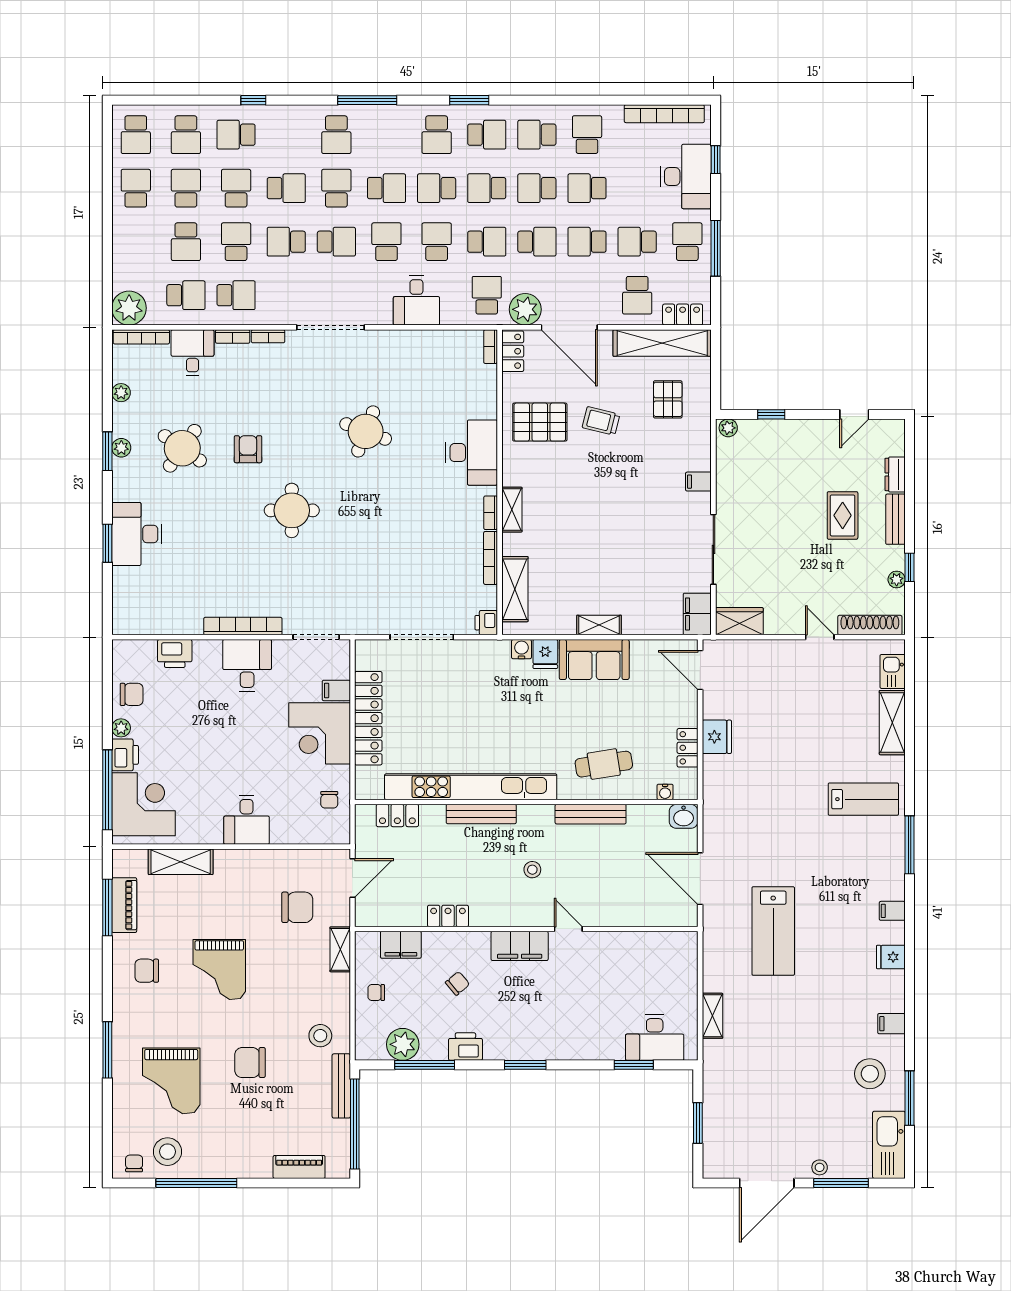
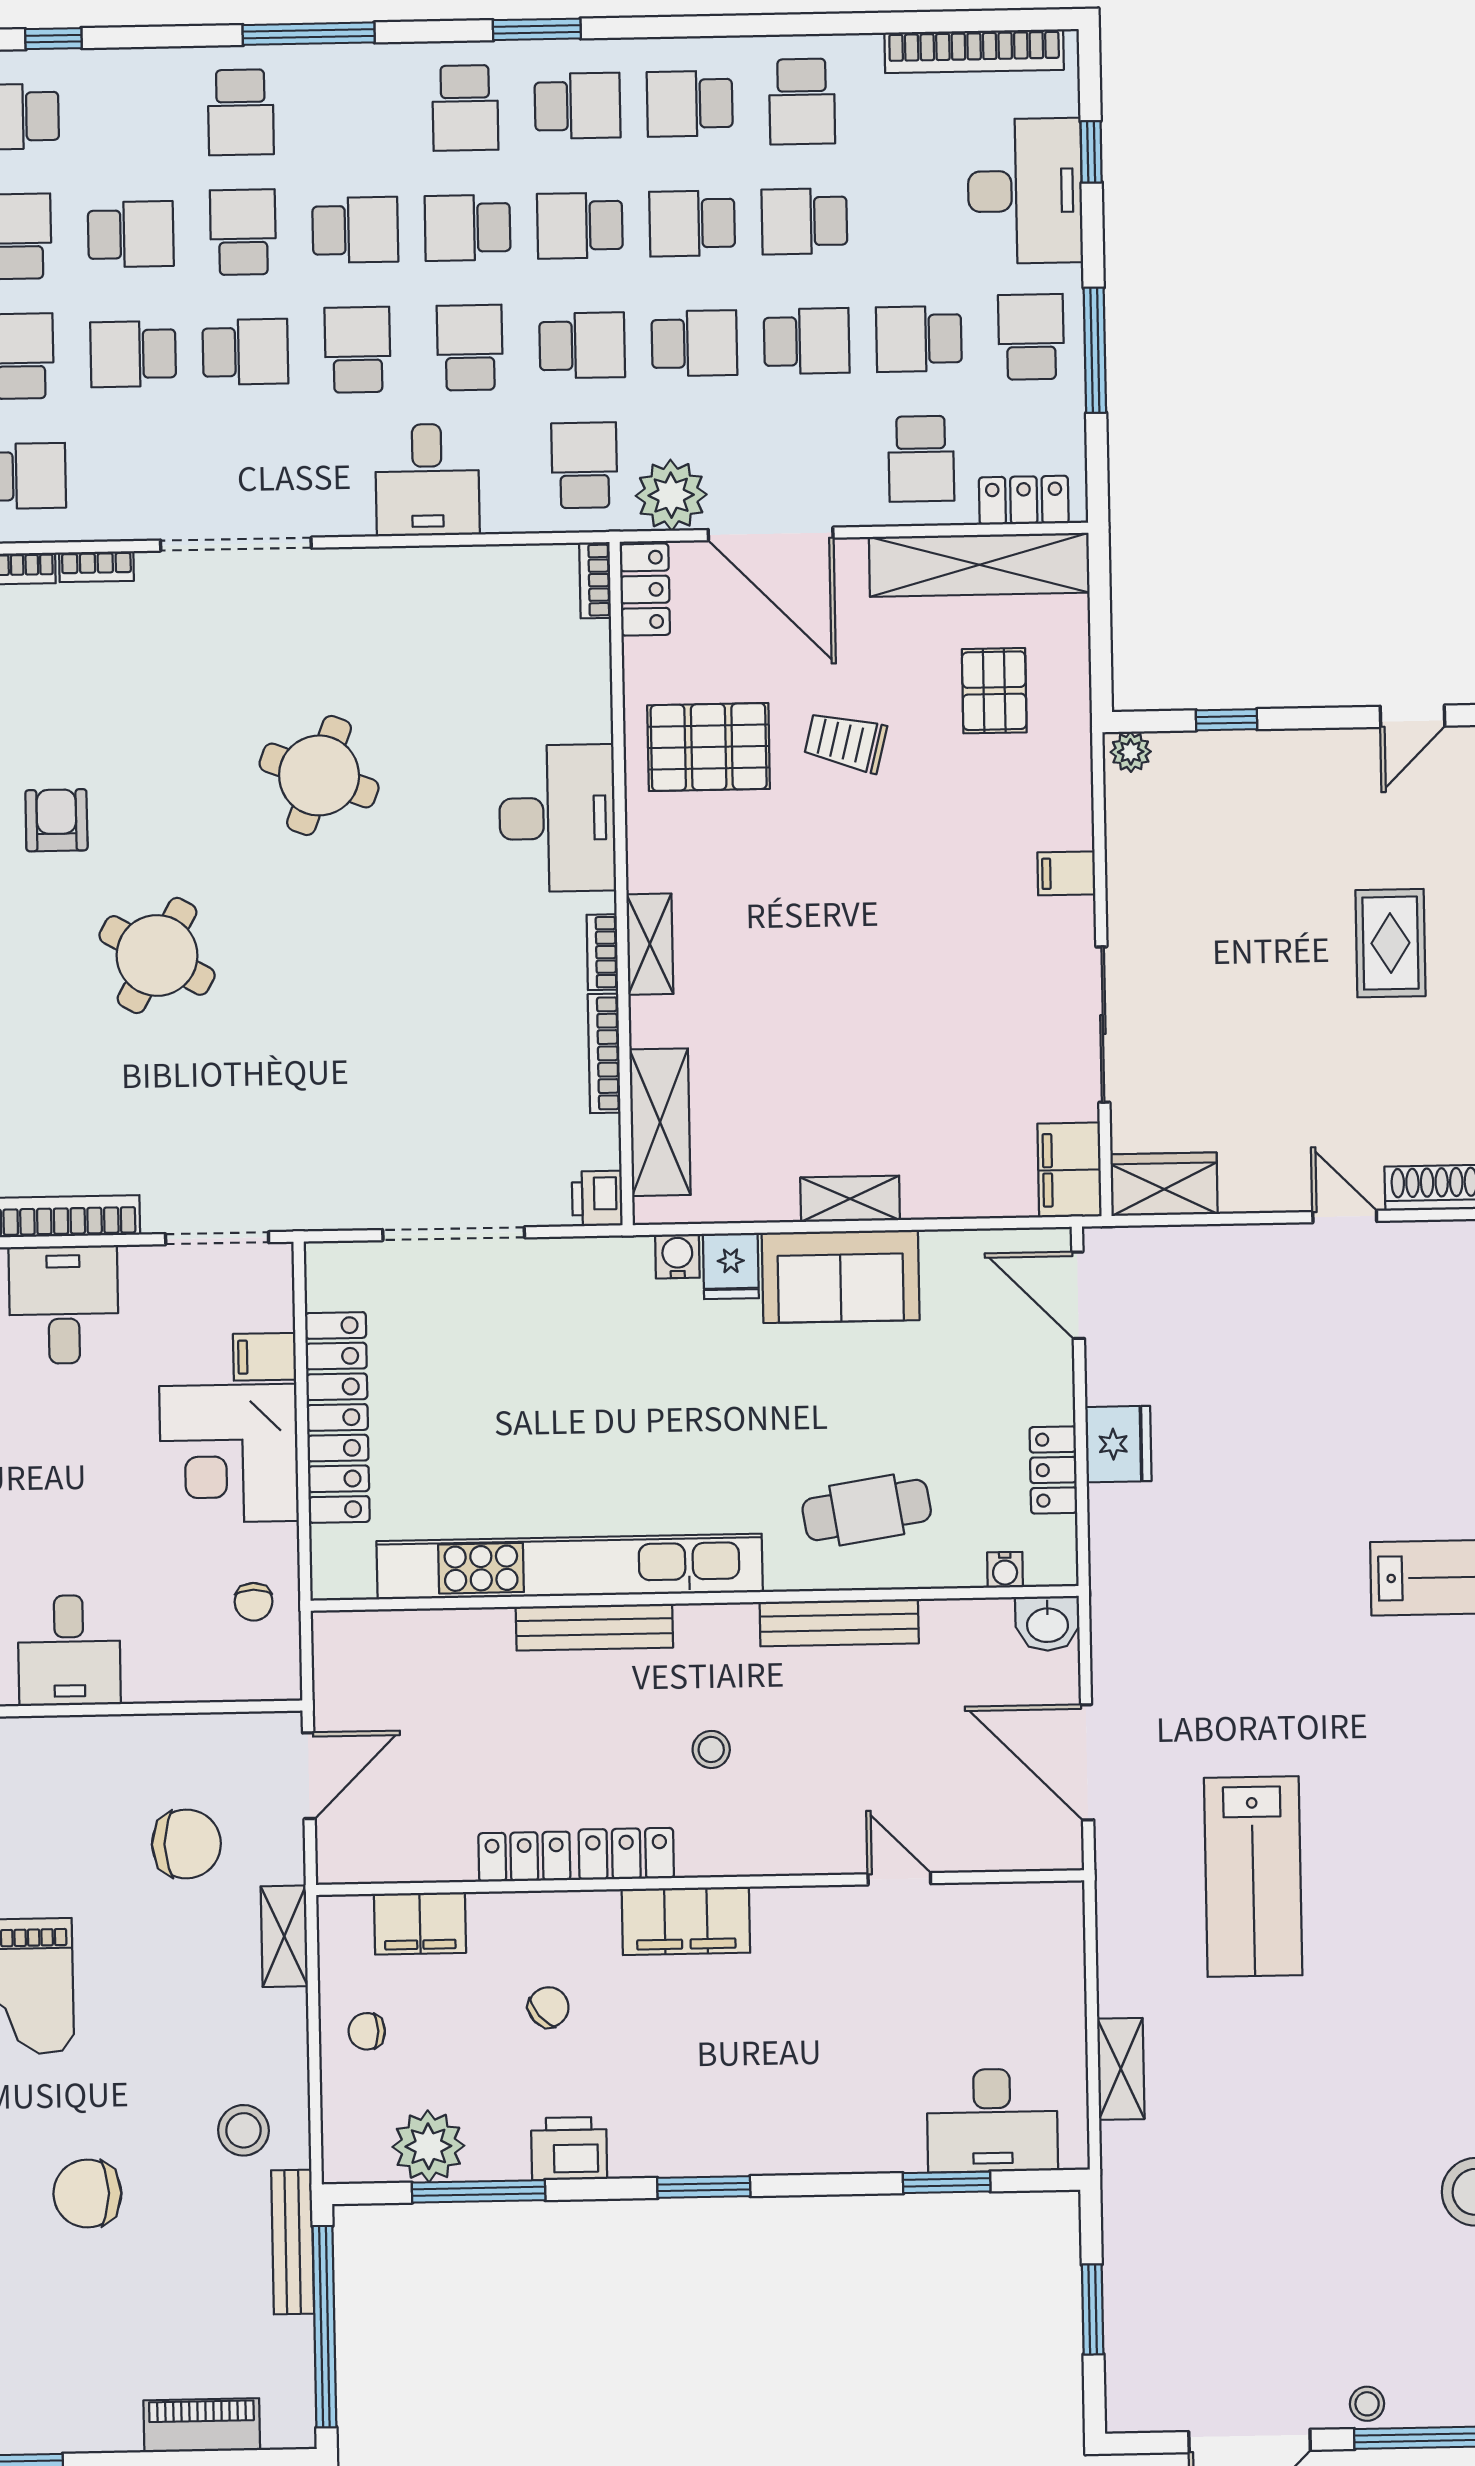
school desk: (587, 135) -> (802, 101), turned 180
school desk: (587, 242) -> (807, 341), turned 180
round table: (292, 510) -> (157, 955), turned 30
locker: (397, 816) -> (626, 1854), moved, turned 180
door: (568, 929) -> (899, 1879), moved

